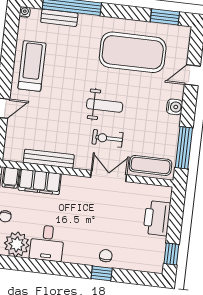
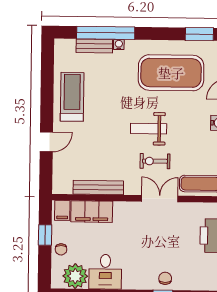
water cooler: (25, 12) -> (119, 45), moved
weight bench: (105, 105) -> (149, 129), turned 180

